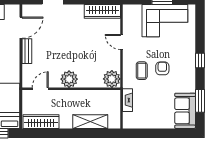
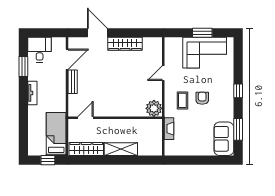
wardrobe: (102, 11) -> (125, 44), moved
door: (122, 42) -> (163, 73), hinge flipped
plant: (69, 79) -> (113, 109), removed
shelving: (90, 122) -> (121, 149), moved

